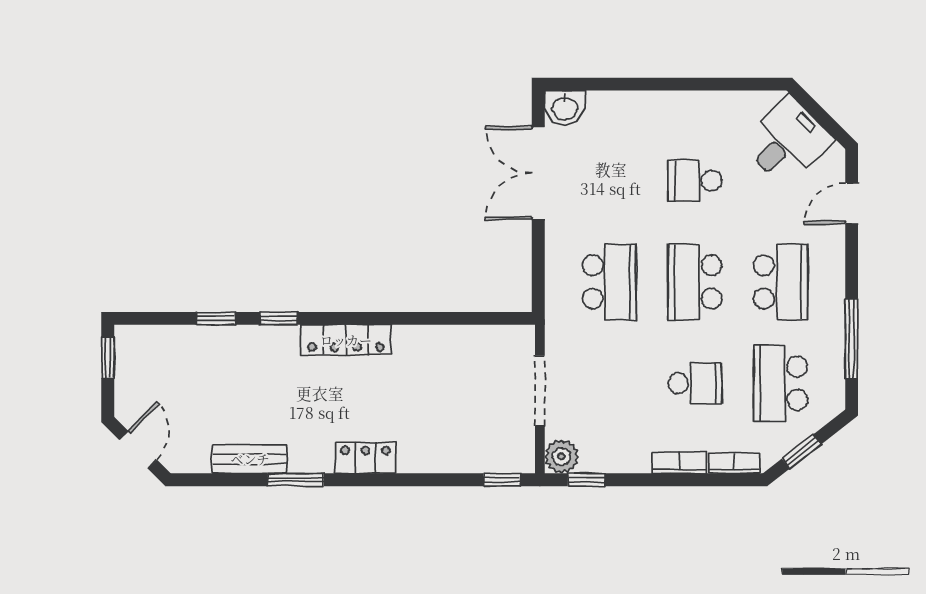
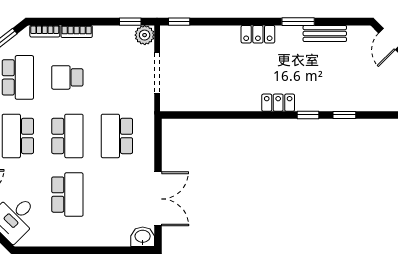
school desk: (695, 181) -> (67, 195), width x1.85
locker: (346, 340) -> (278, 103), width x0.66

